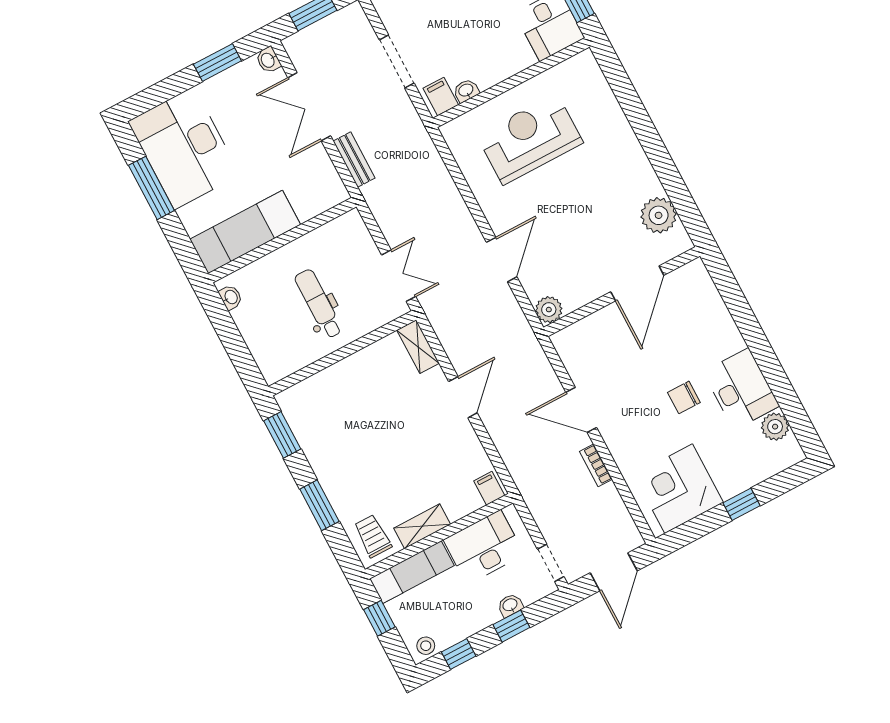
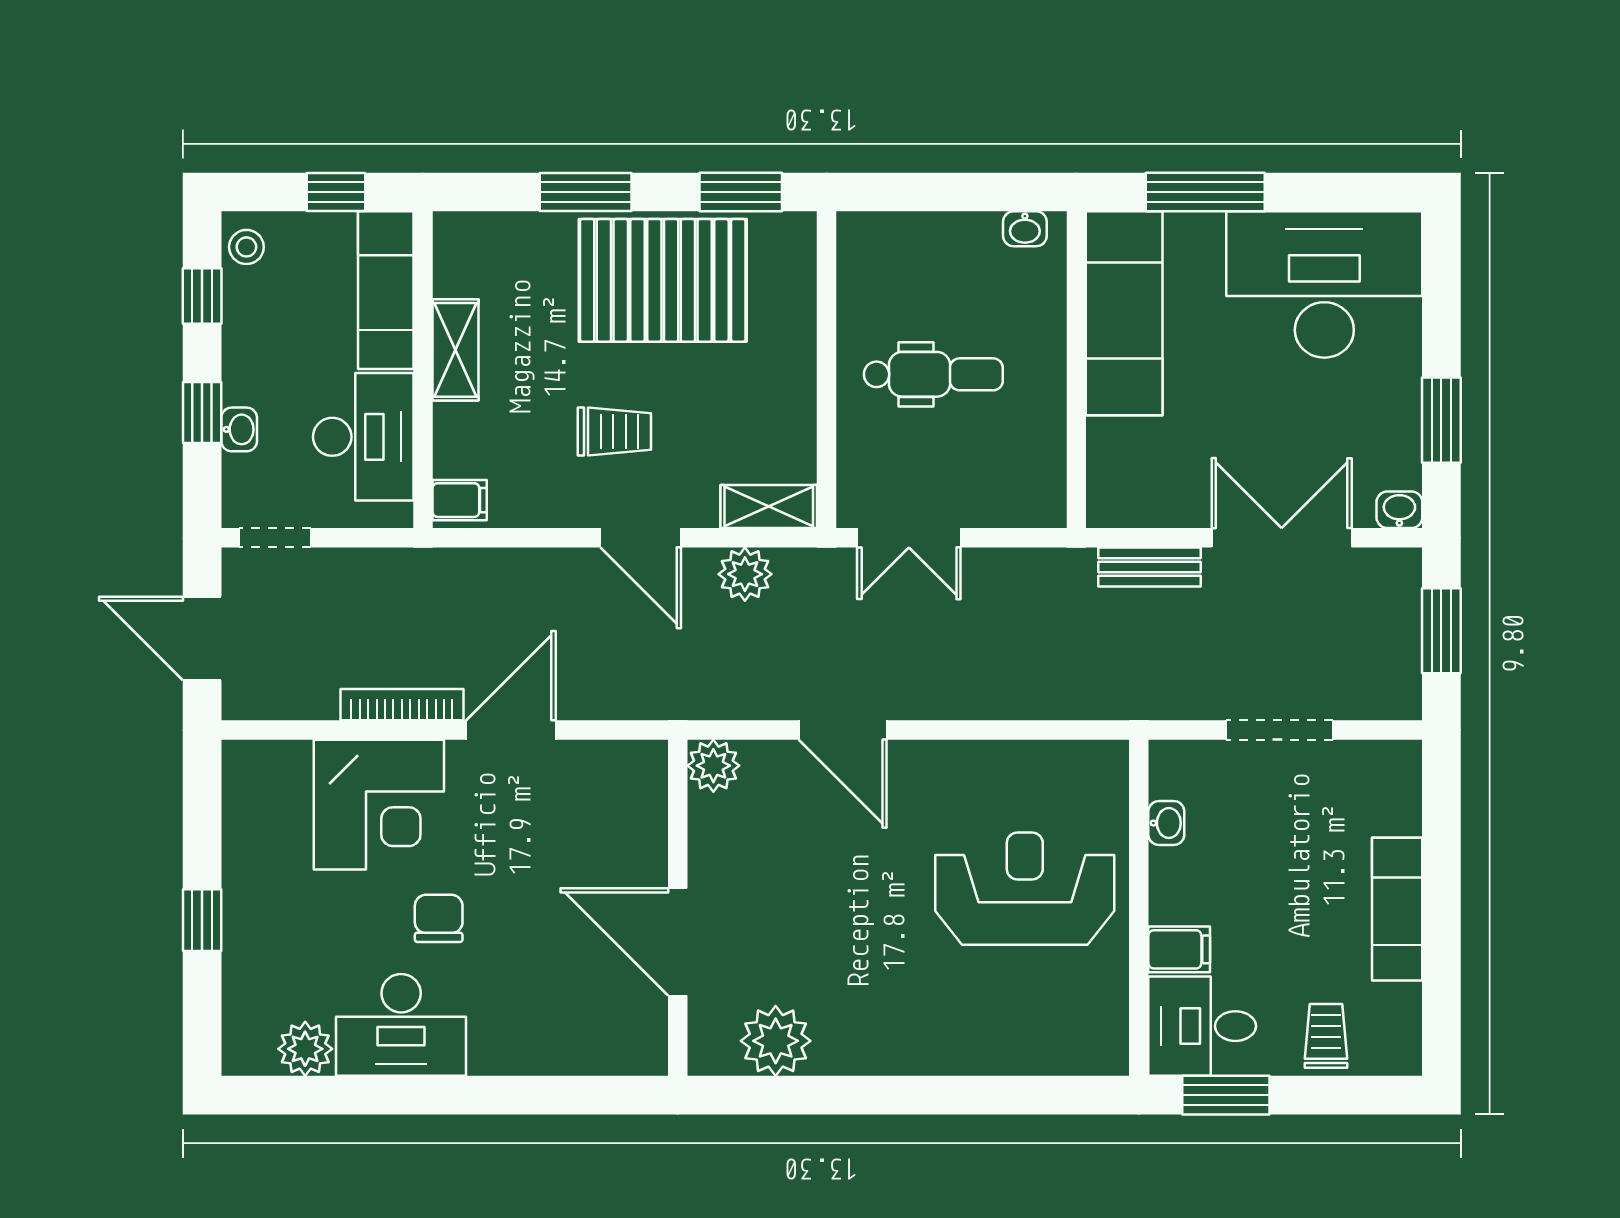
filing cabinet: (441, 96) -> (1179, 949), moved
reception desk: (530, 139) -> (1025, 889), turned -90
window: (151, 188) -> (1205, 192), moved
plant: (454, 341) -> (745, 574), added
pallet: (341, 449) -> (663, 280), added
bookcase: (596, 465) -> (402, 705), width x1.56
corner desk: (679, 489) -> (379, 805), moved, turned 90
trolley: (373, 536) -> (614, 431), moved

